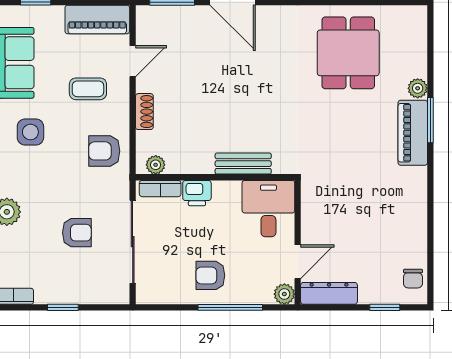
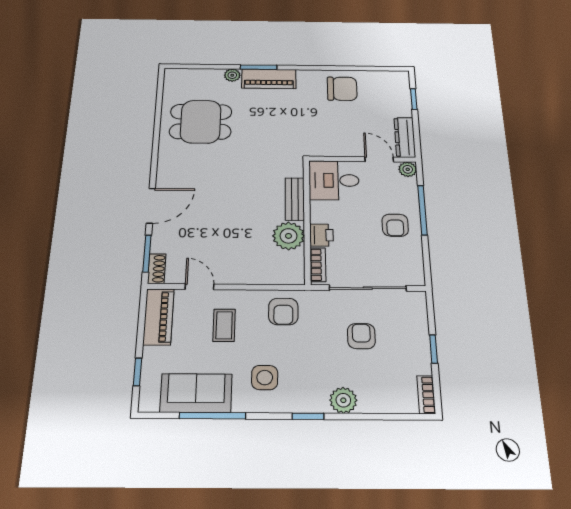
shoe rack: (144, 112) -> (157, 269), moved, turned 90
plant: (156, 165) -> (288, 236), moved, width x1.87, depth x1.87
chair: (413, 279) -> (342, 89), moved, width x1.87, depth x1.87

